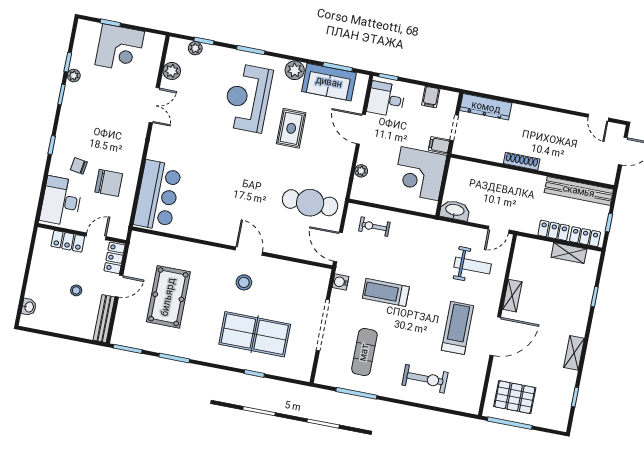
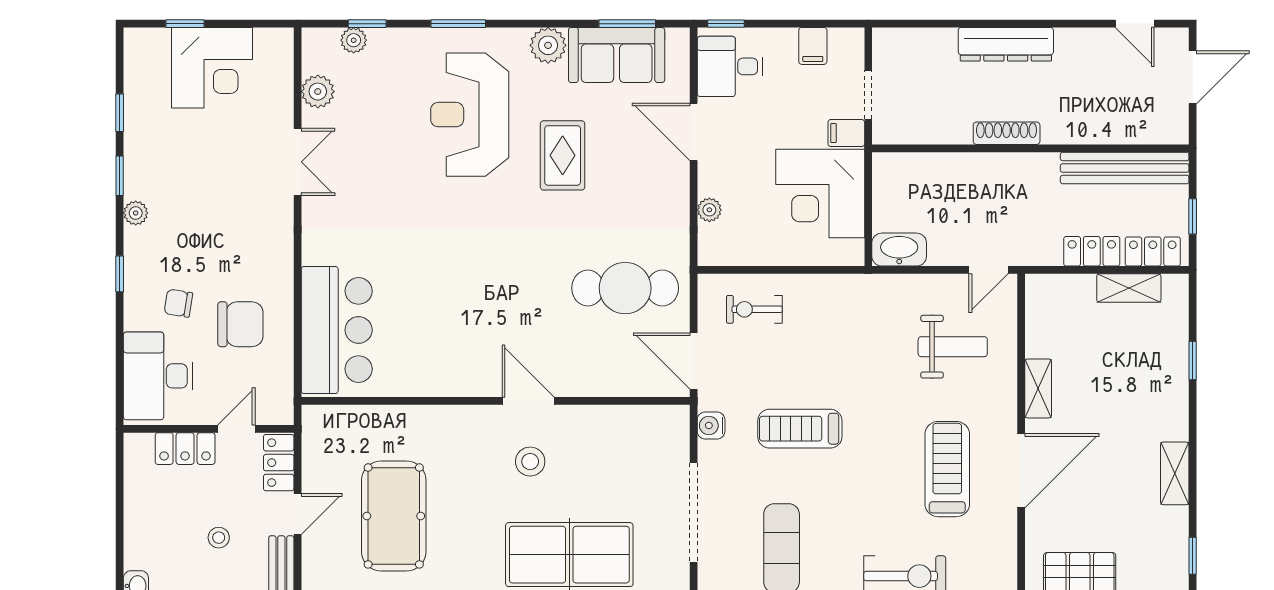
plant: (74, 76) -> (136, 213), moved
dresser: (486, 107) -> (1006, 44), moved

